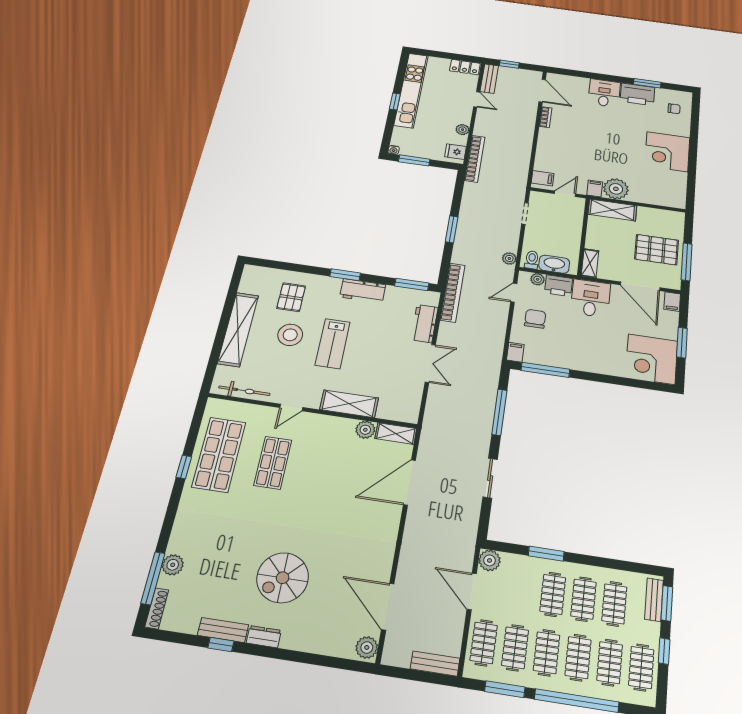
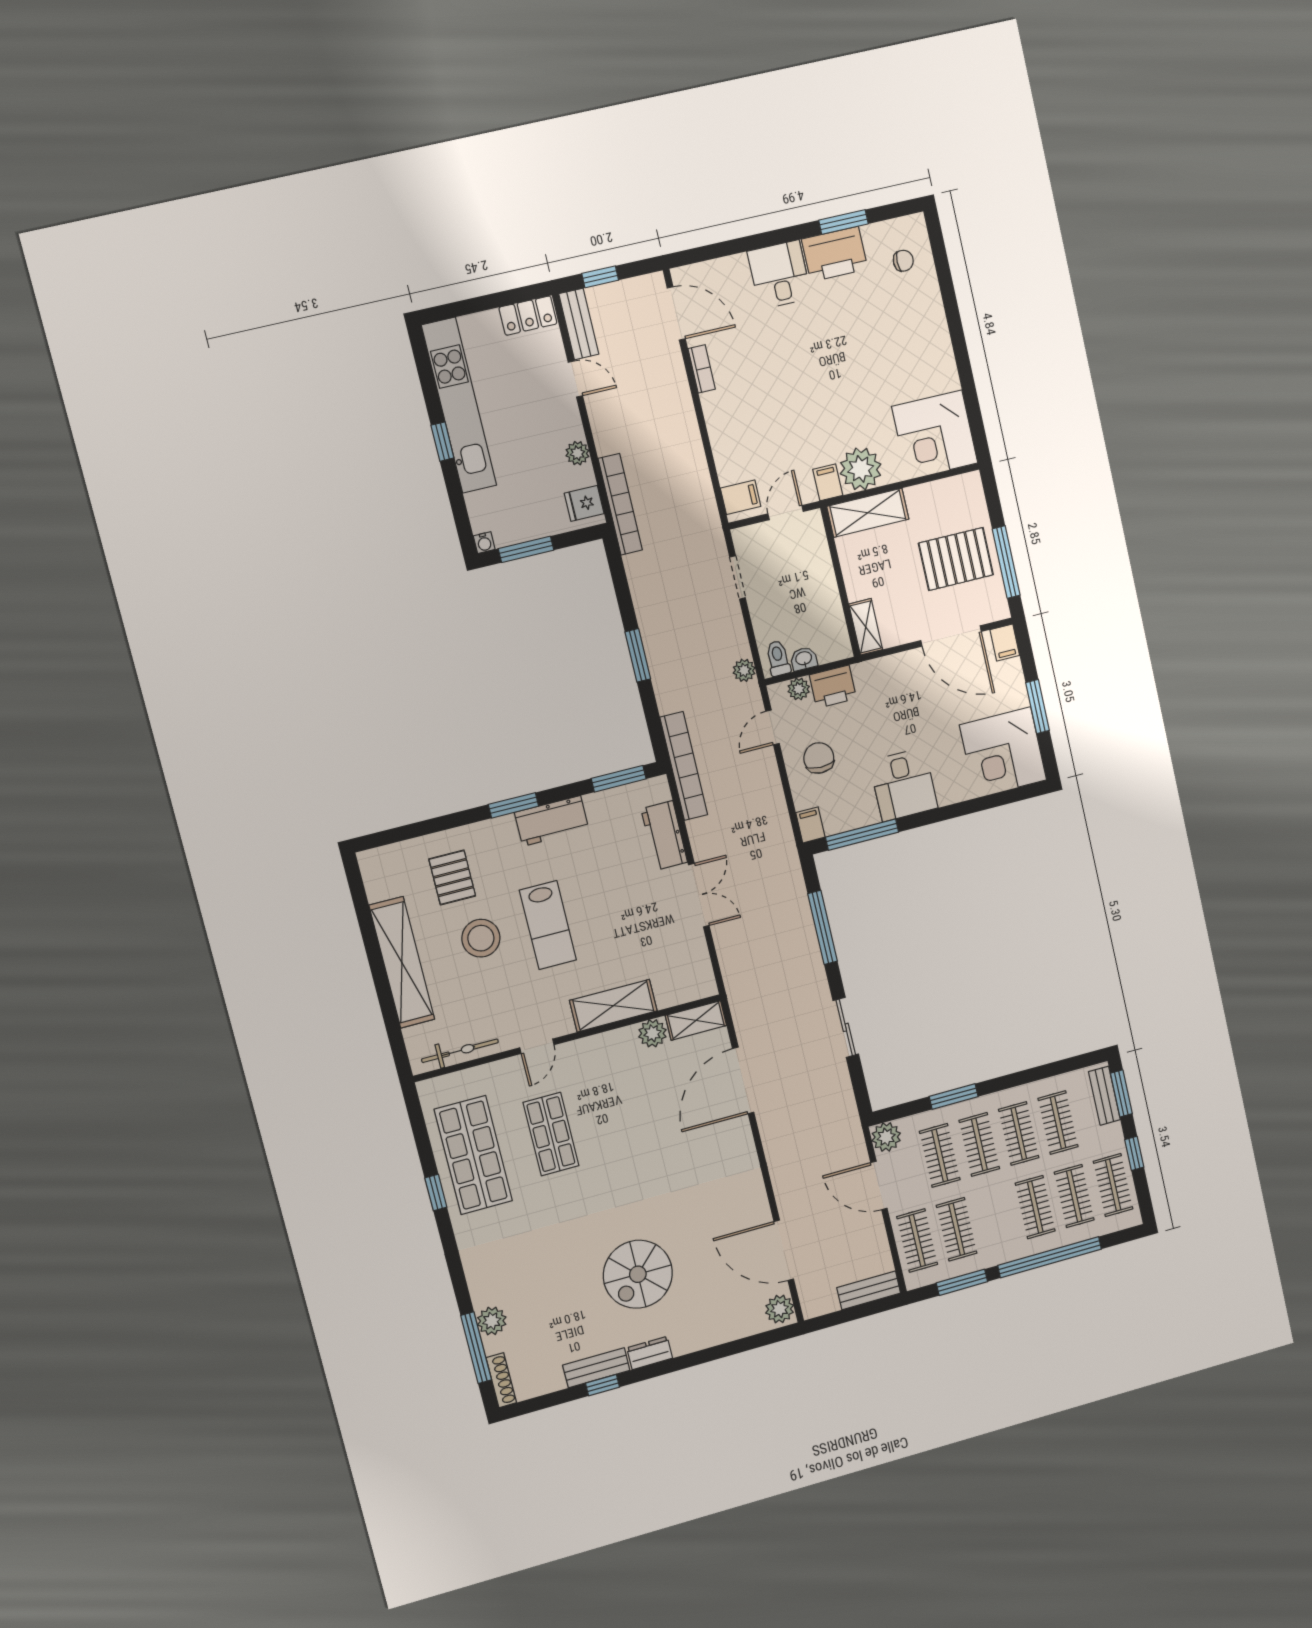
corner desk: (667, 152) -> (935, 435), moved
washbasin: (554, 264) -> (804, 659), width x0.52, depth x0.69
desk: (591, 298) -> (904, 785), moved, turned 180
clothes rail: (547, 653) -> (940, 1155), moved

